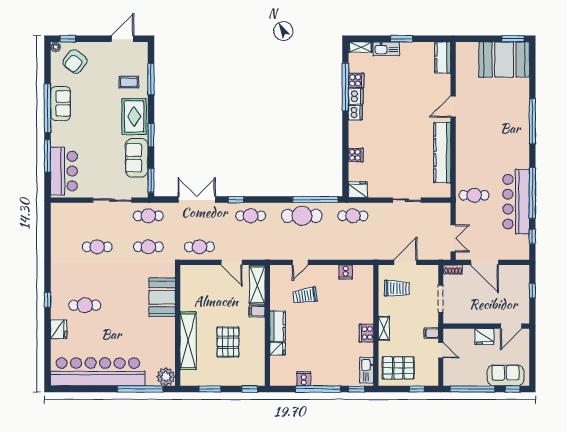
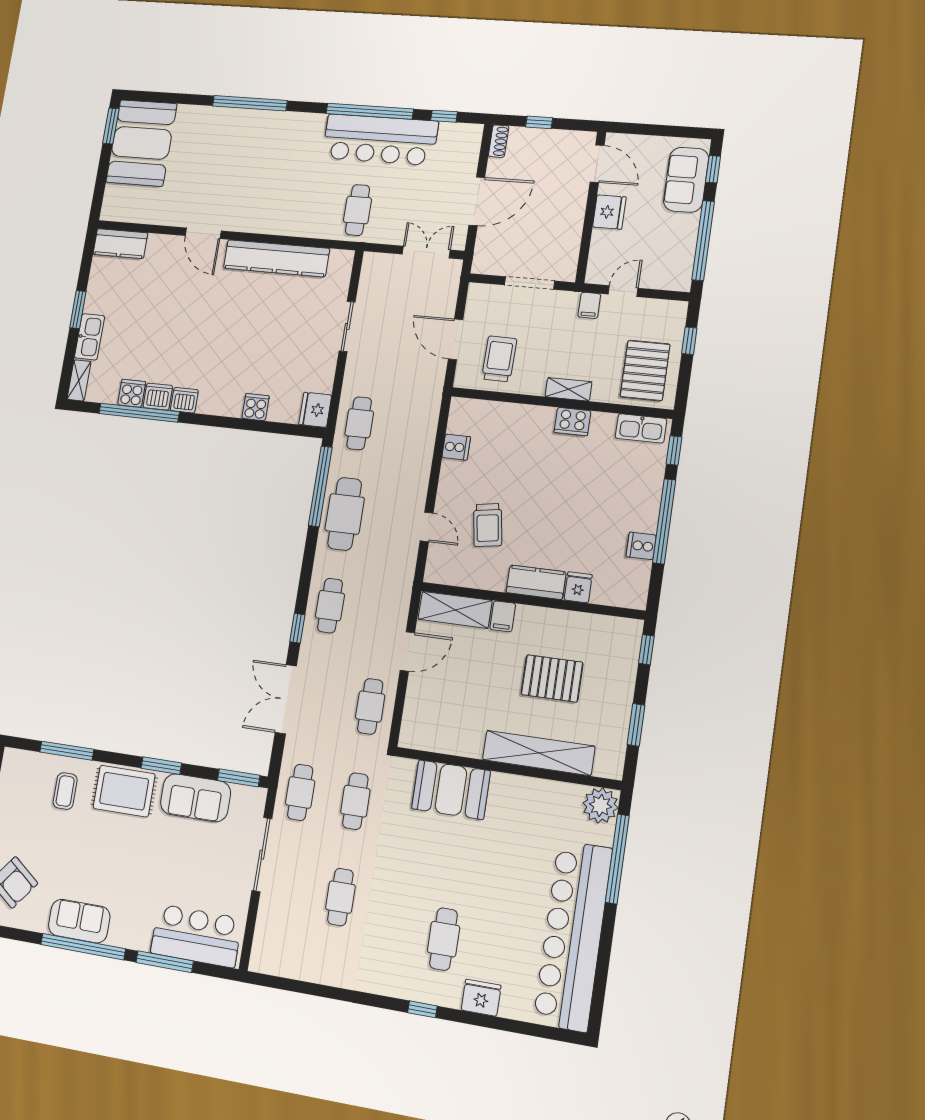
shoe rack: (453, 269) -> (499, 141), moved

